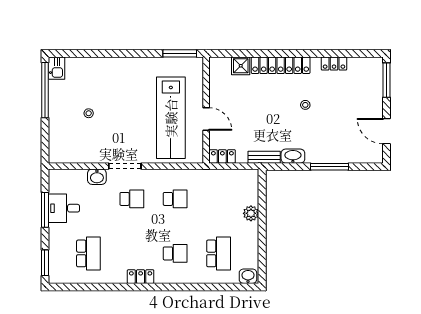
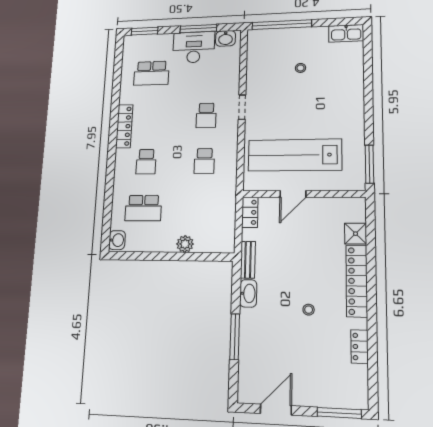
kitchen sink: (57, 68) -> (346, 33), width x1.38
window: (45, 90) -> (282, 25), moved
doorway: (125, 166) -> (242, 107), width x0.73
washbasin: (97, 177) -> (226, 38), moved, turned -90
desk: (64, 208) -> (194, 47), width x1.37
locker: (141, 277) -> (124, 126), width x1.53

